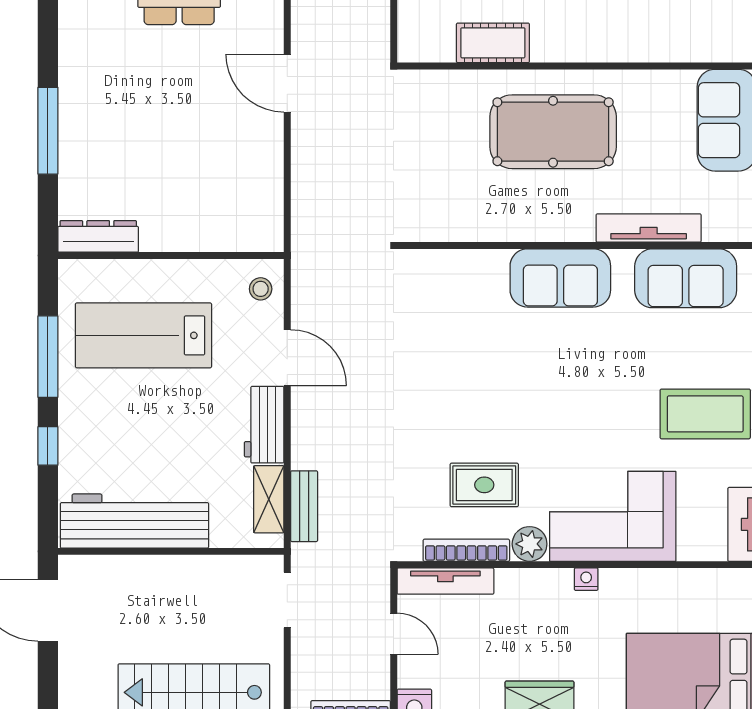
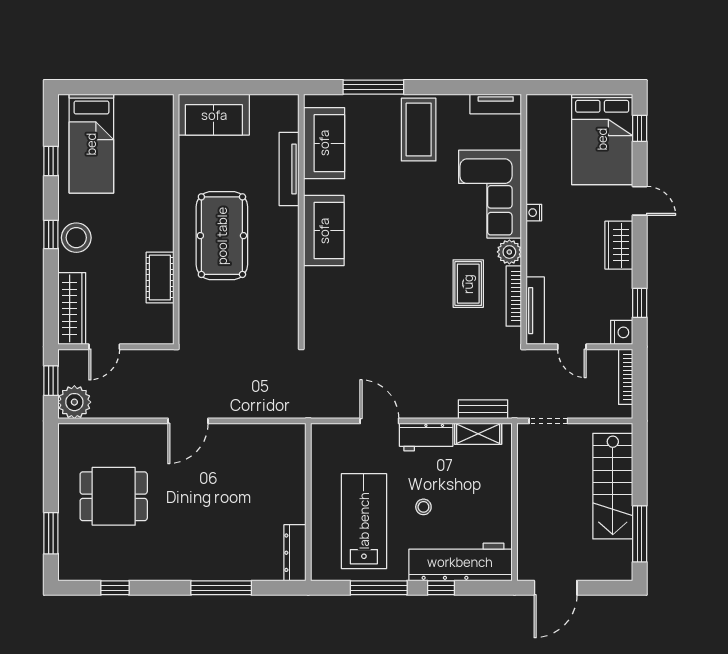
stool: (261, 289) -> (423, 507), moved
lab bench: (143, 335) -> (364, 521), turned 180
door: (287, 358) -> (379, 421), hinge flipped
workbench: (134, 521) -> (460, 562), moved, turned 90
door: (394, 634) -> (572, 347), swing flipped

